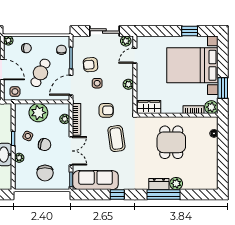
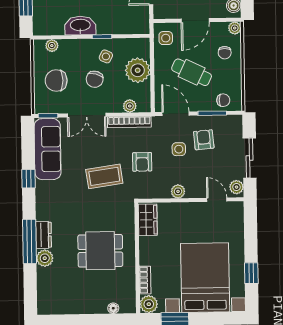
plant: (19, 158) -> (52, 46), moved

